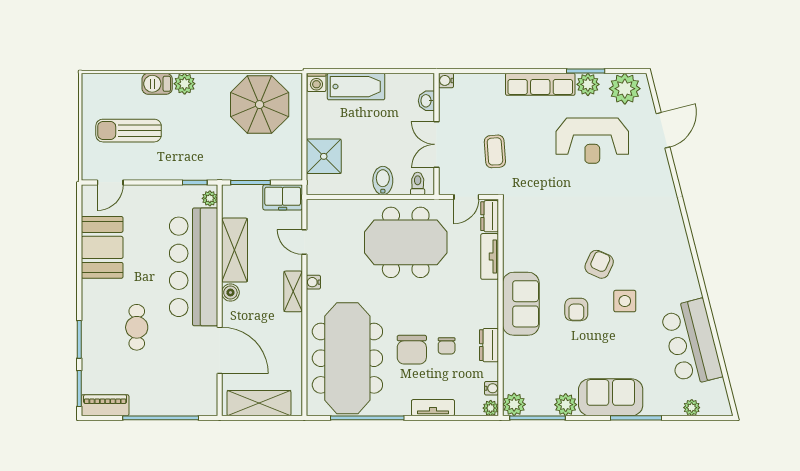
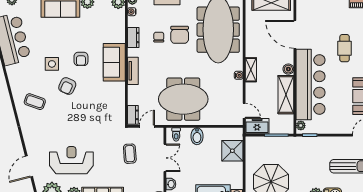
coffee table: (653, 238) -> (35, 102), added
door: (304, 242) -> (244, 111), moved
tv unit: (490, 256) -> (133, 71), moved
armchair: (576, 309) -> (81, 59), turned 180
chair: (412, 350) -> (180, 35), turned 180

